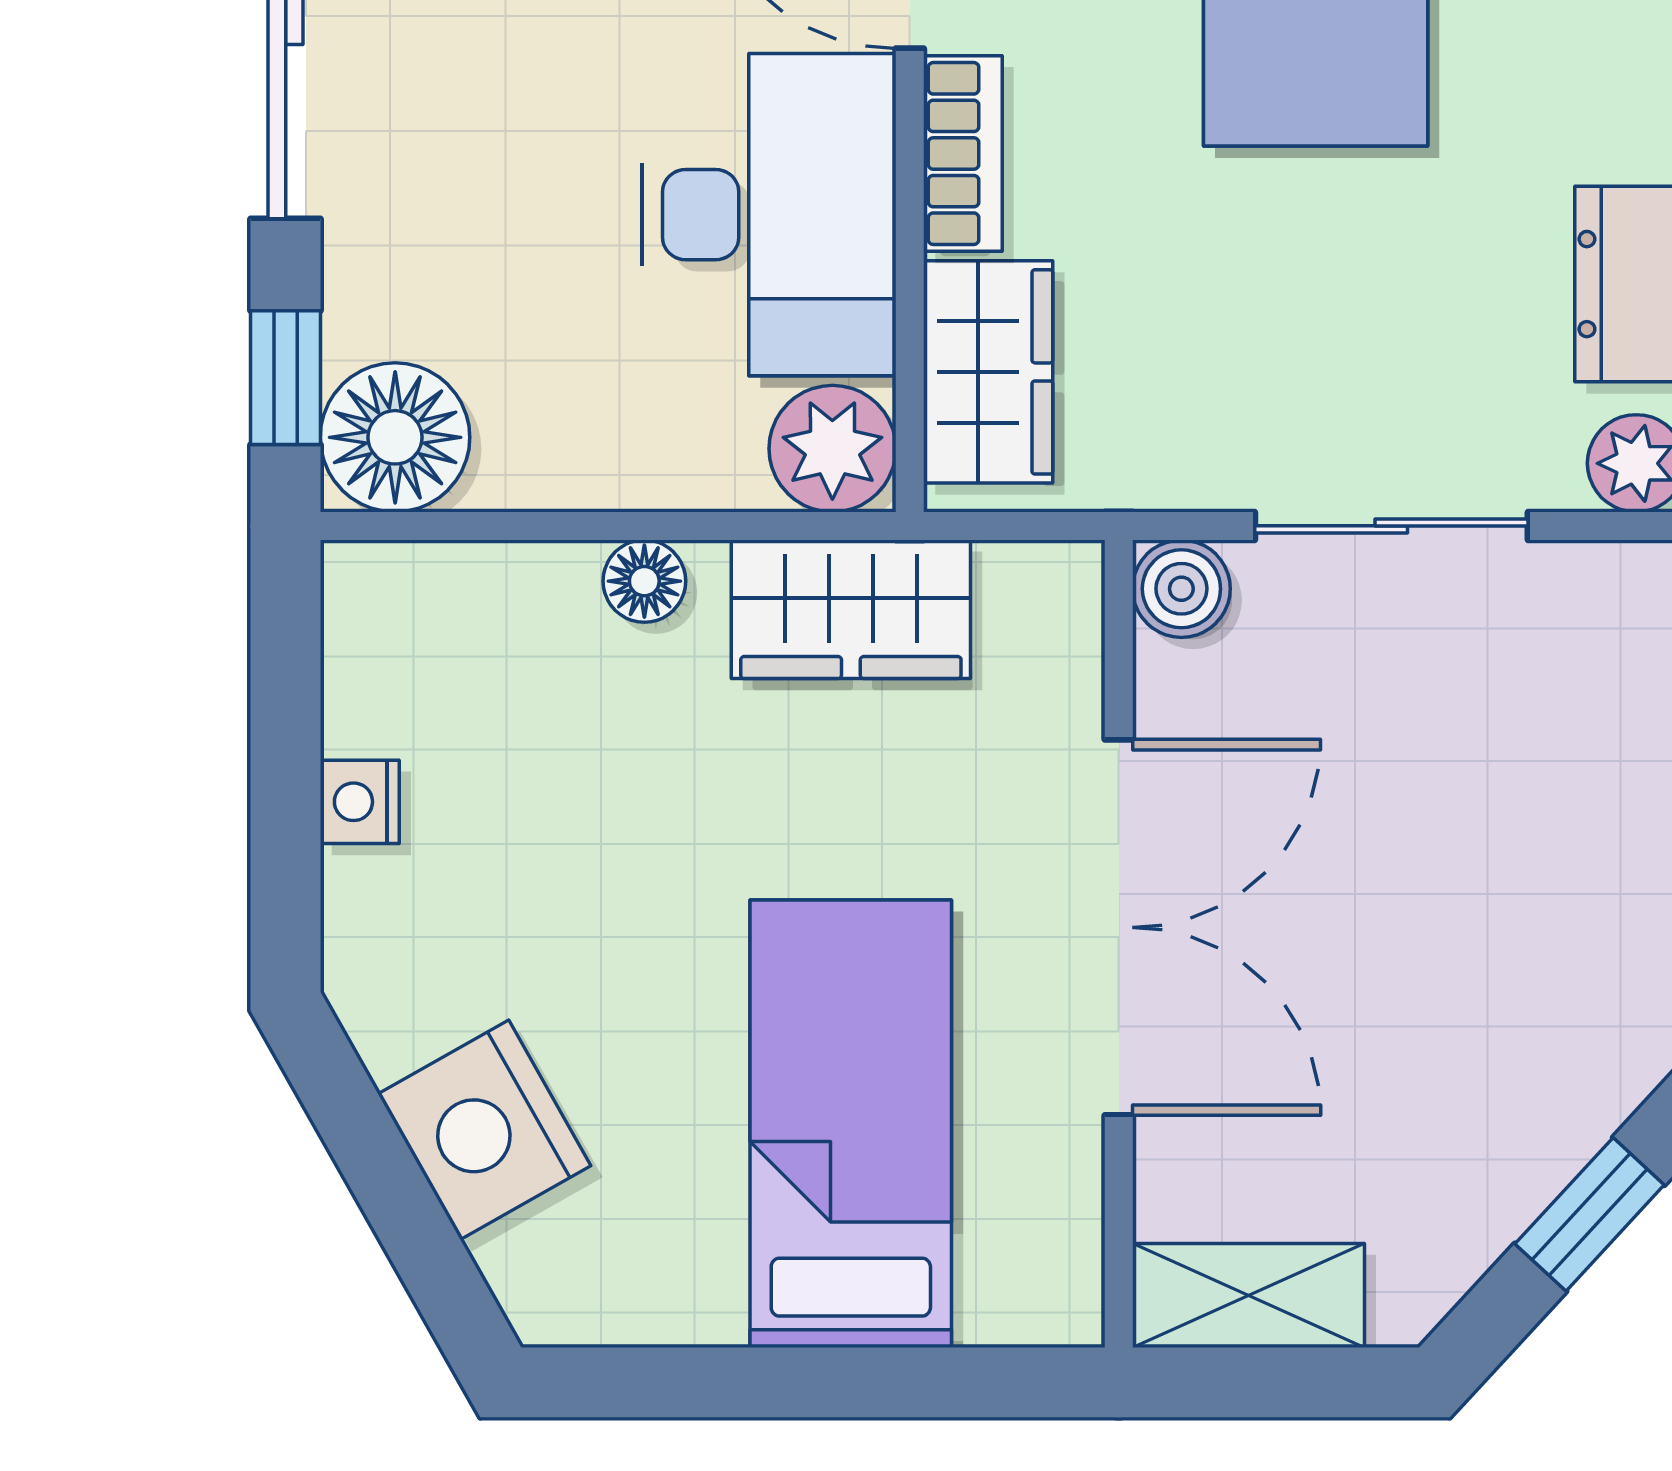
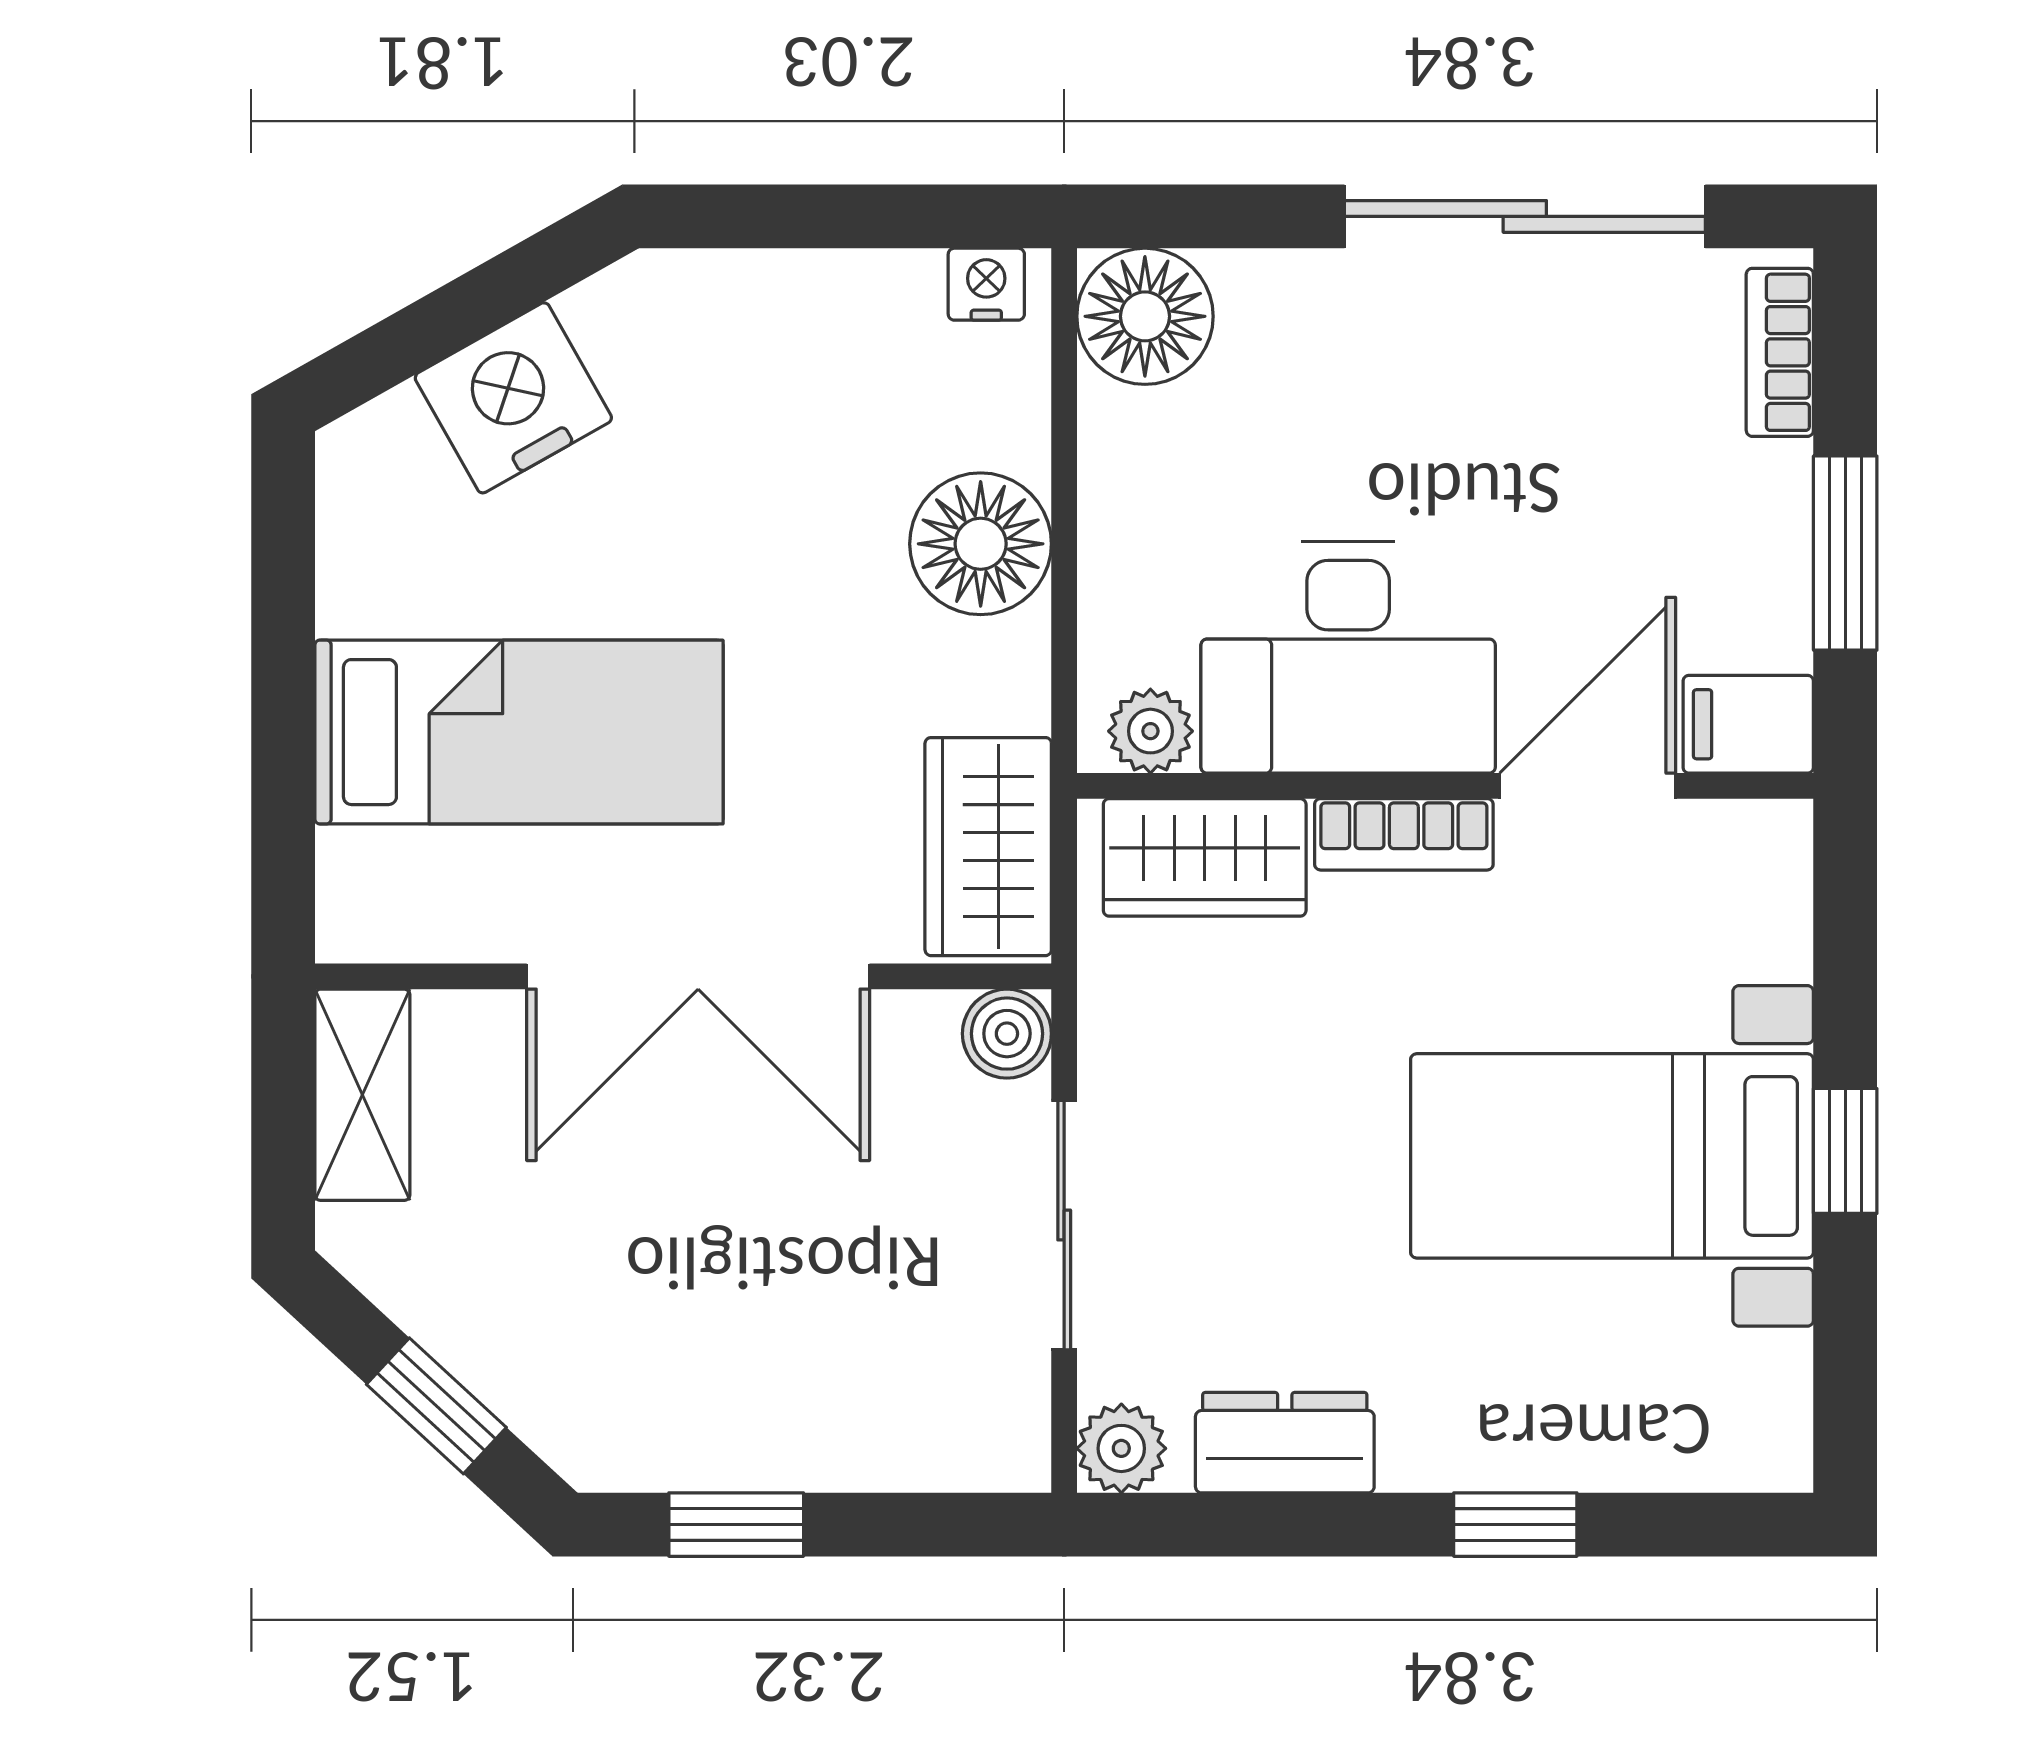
window: (286, 378) -> (1200, 216), removed
plant: (832, 449) -> (1150, 731), width x0.73, depth x0.73
floor lamp: (644, 581) -> (981, 544), width x1.89, depth x1.89
wardrobe: (851, 609) -> (988, 847), moved
nightstand: (360, 802) -> (986, 284), moved

